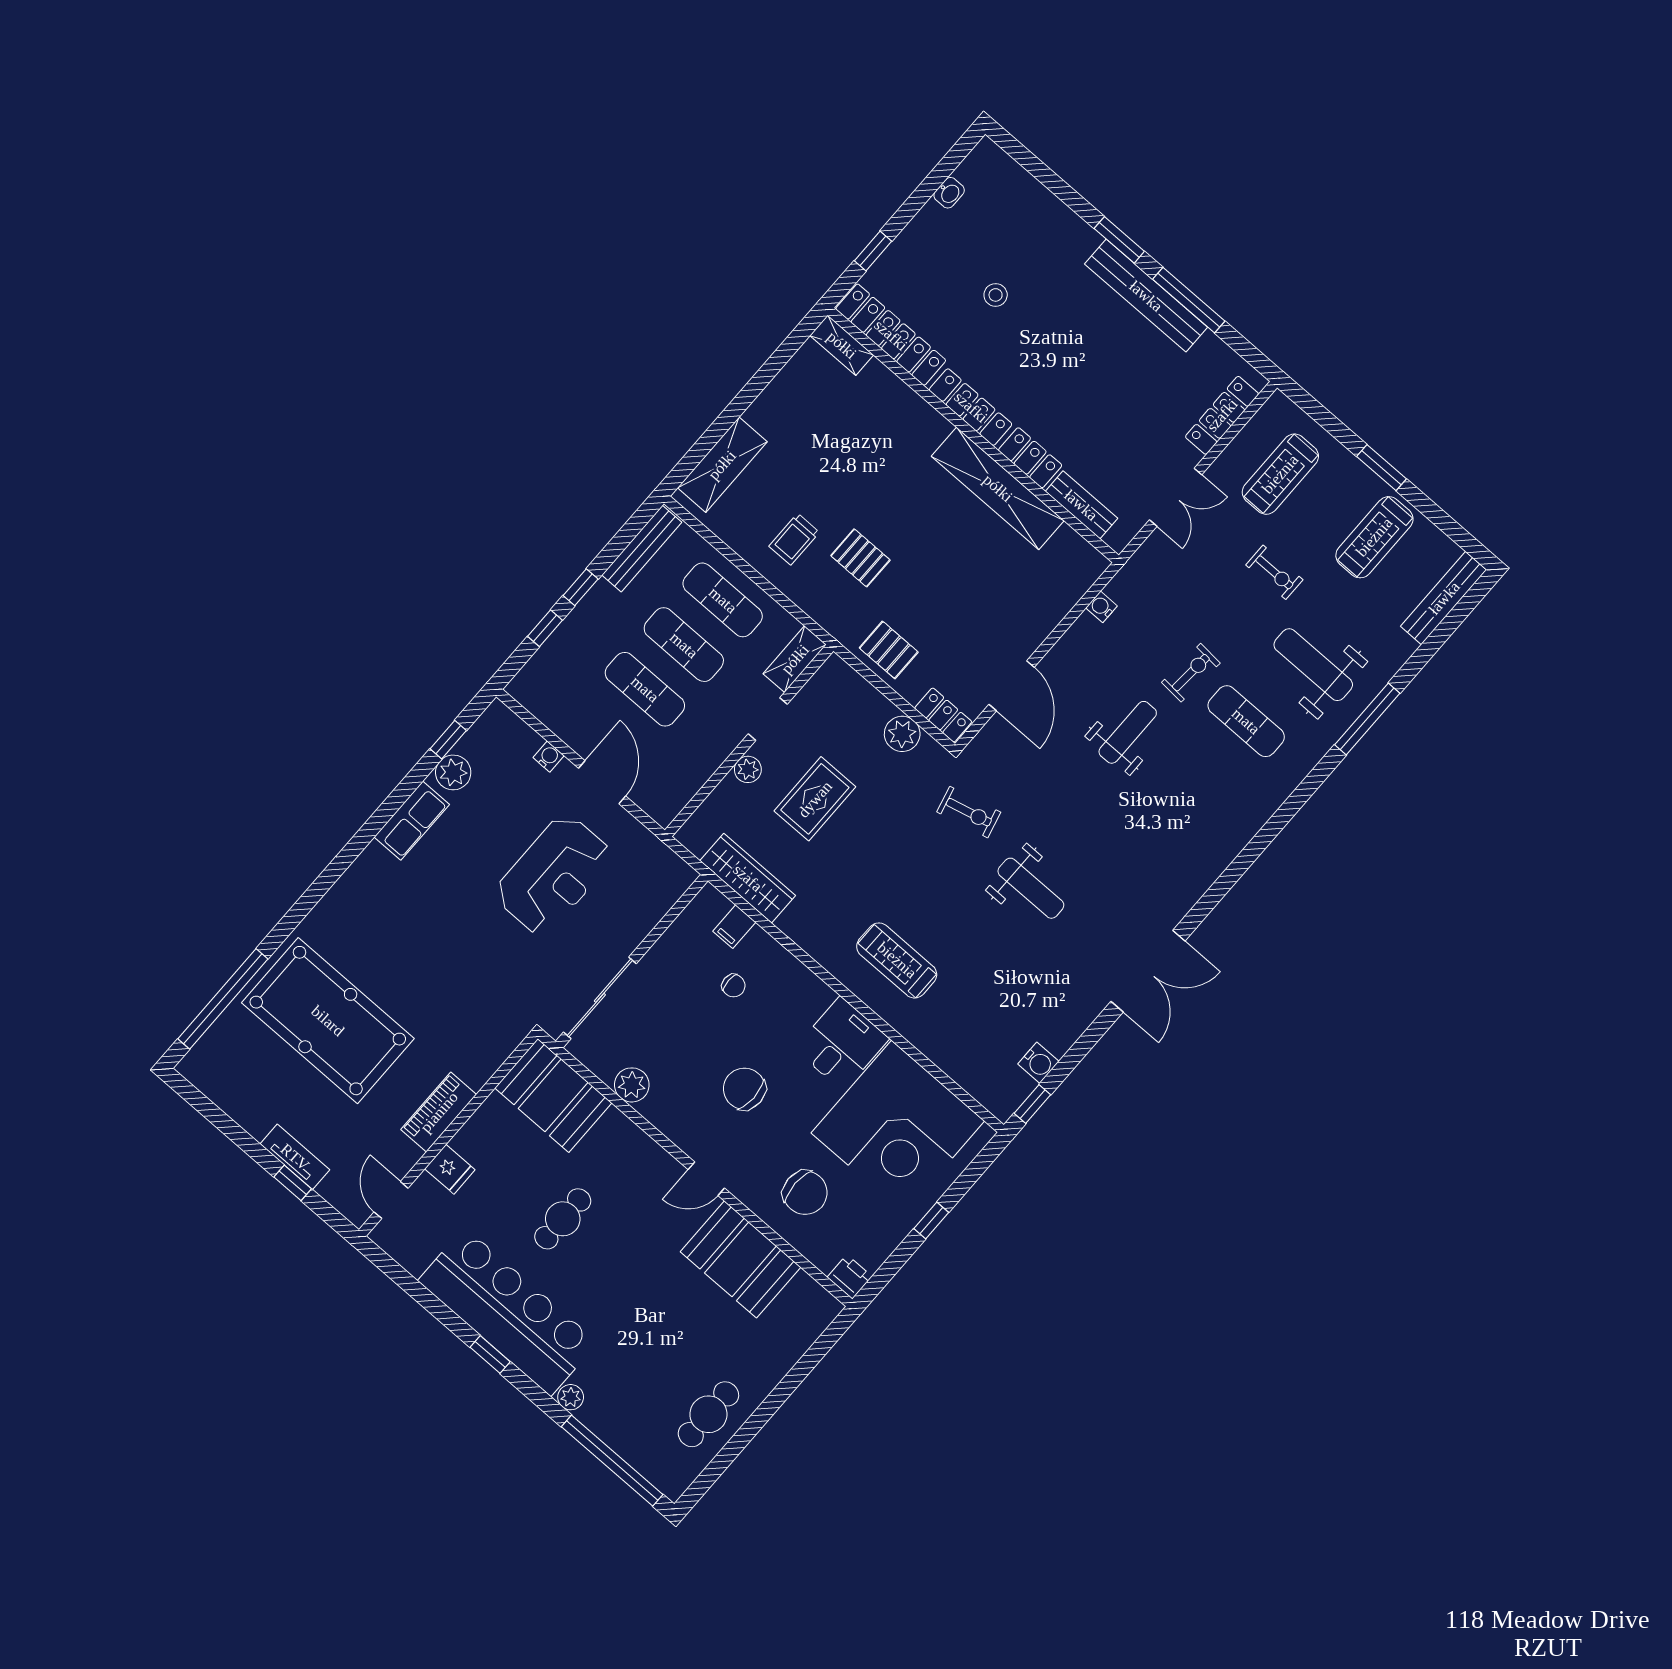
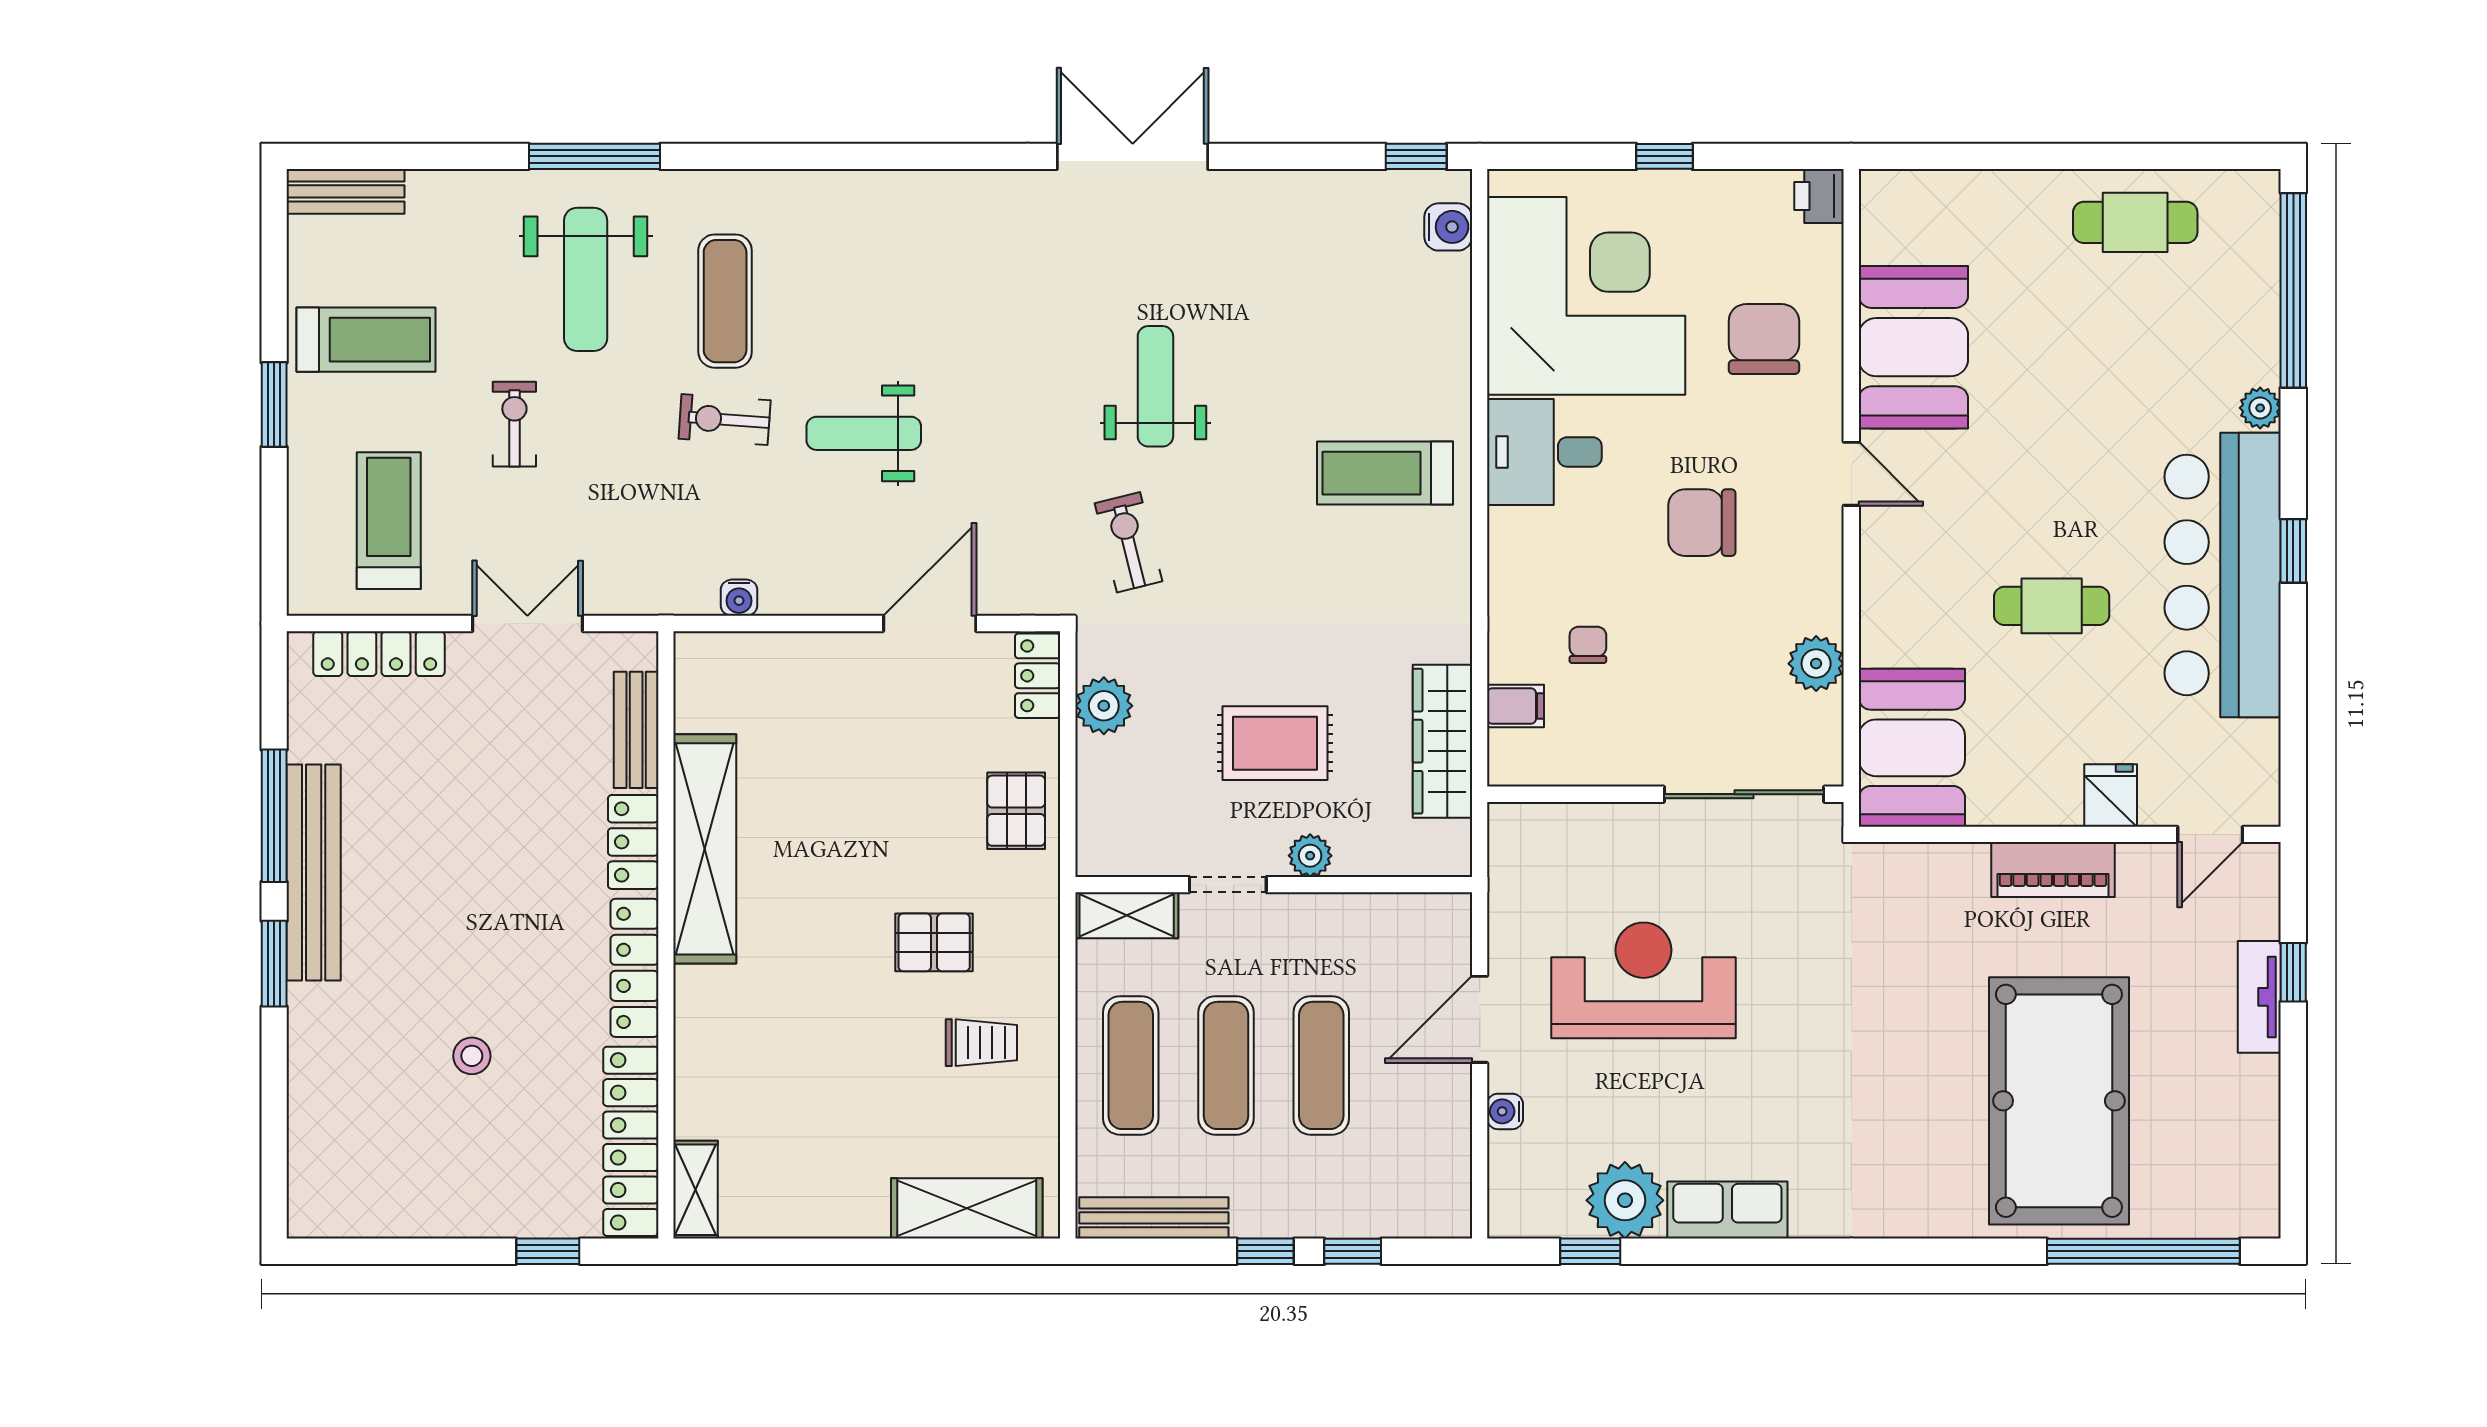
washbasin: (949, 193) -> (397, 1220), removed
treadmill: (1280, 474) -> (389, 521), turned -90
pallet: (860, 558) -> (934, 942), turned 90
bench: (1444, 598) -> (346, 191), width x0.73
plant: (453, 772) -> (1625, 1200), width x1.36, depth x1.36
treadmill: (897, 960) -> (1385, 473), turned 90
water cooler: (1038, 1063) -> (1448, 227), moved, turned 90
chair: (744, 1089) -> (1702, 523), turned 90

